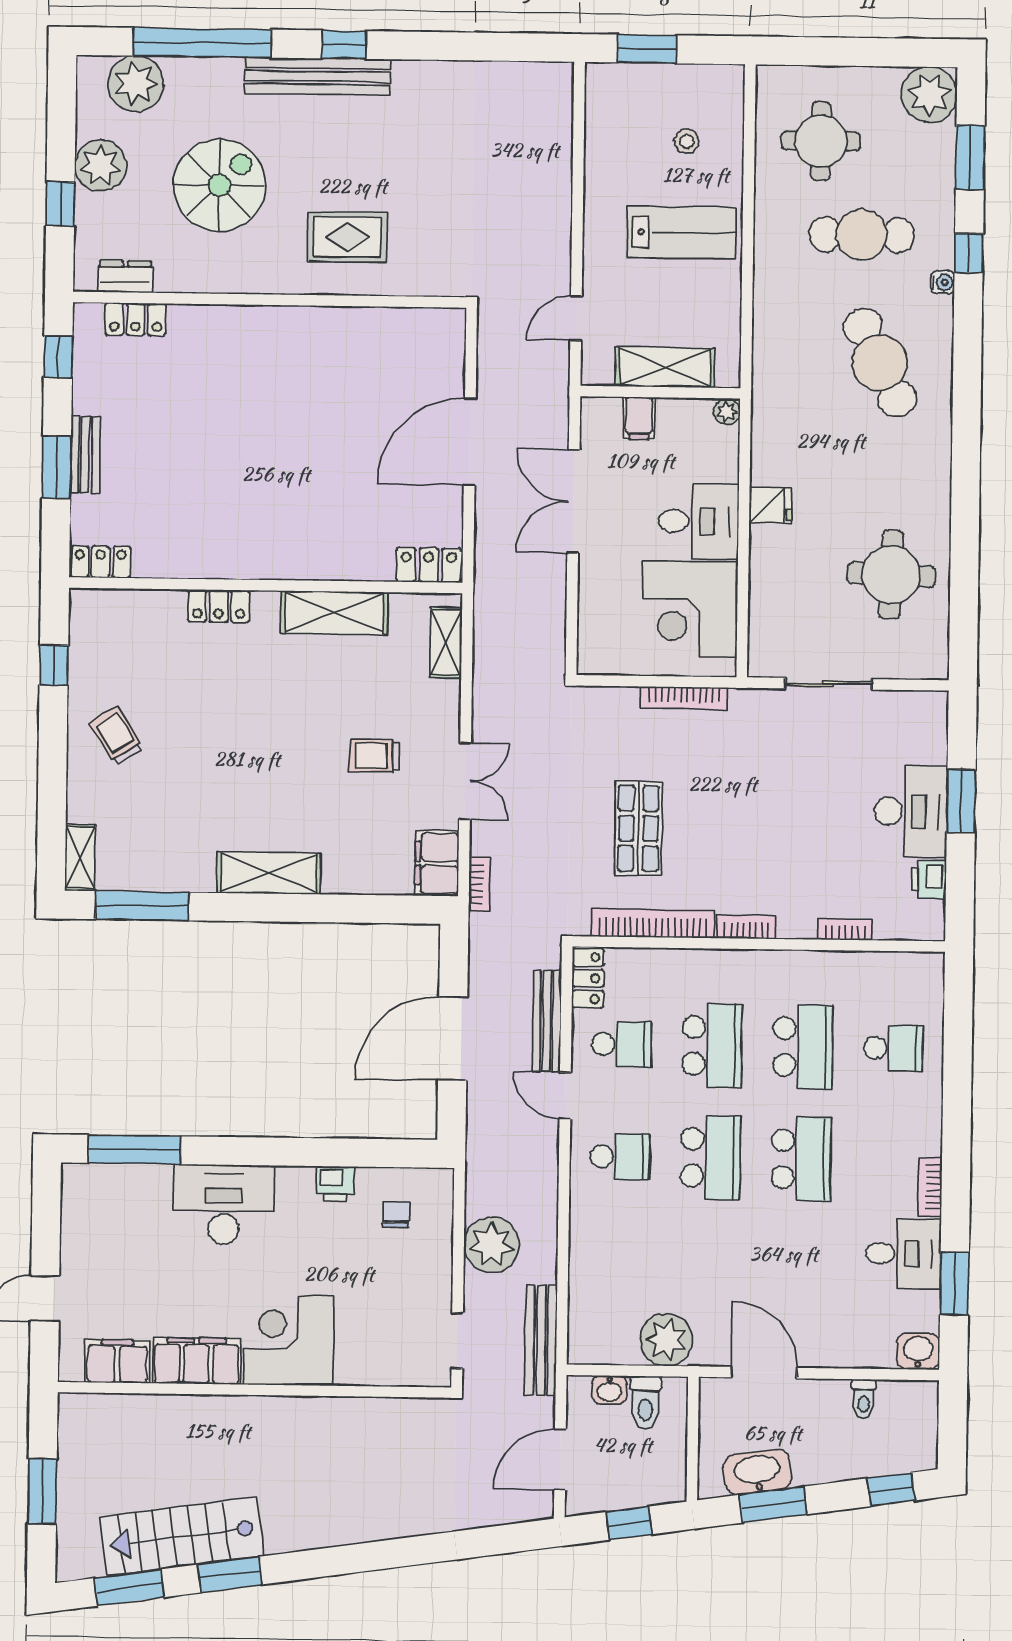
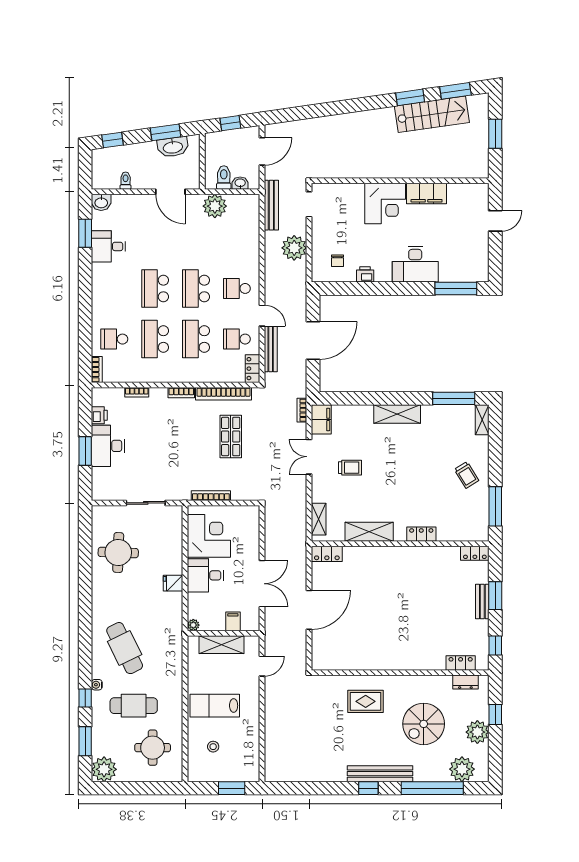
window: (54, 665) -> (495, 506), width x2.17
bookcase: (930, 1187) -> (97, 370), moved
filing cabinet: (117, 1361) -> (462, 193), removed

